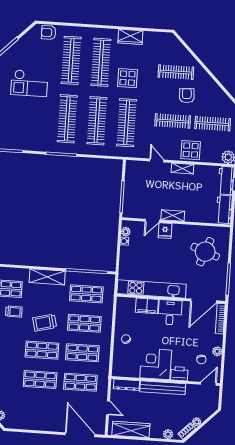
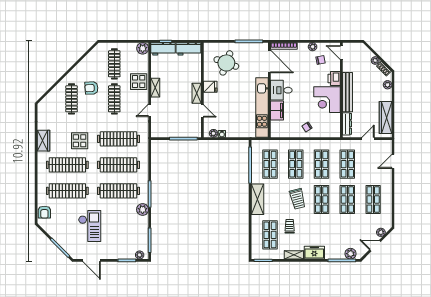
plant: (44, 145) -> (143, 210), added
fridge: (165, 231) -> (210, 87), moved
shop shelf: (38, 409) -> (373, 199), added
door: (80, 435) -> (393, 161), width x0.53

